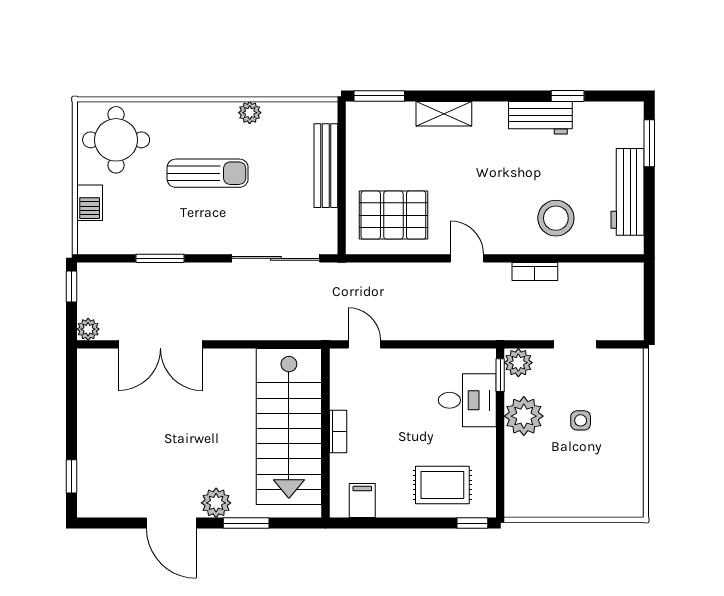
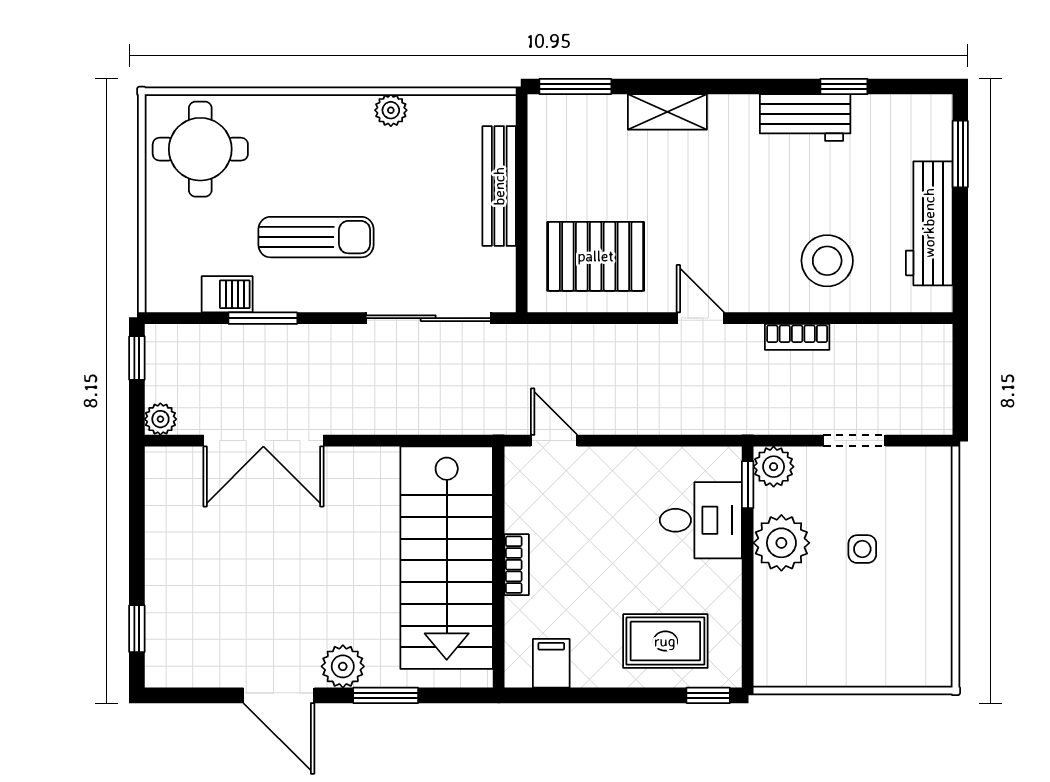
sun lounger: (208, 173) -> (316, 237), moved
barbecue: (90, 203) -> (227, 294), moved, turned -90

